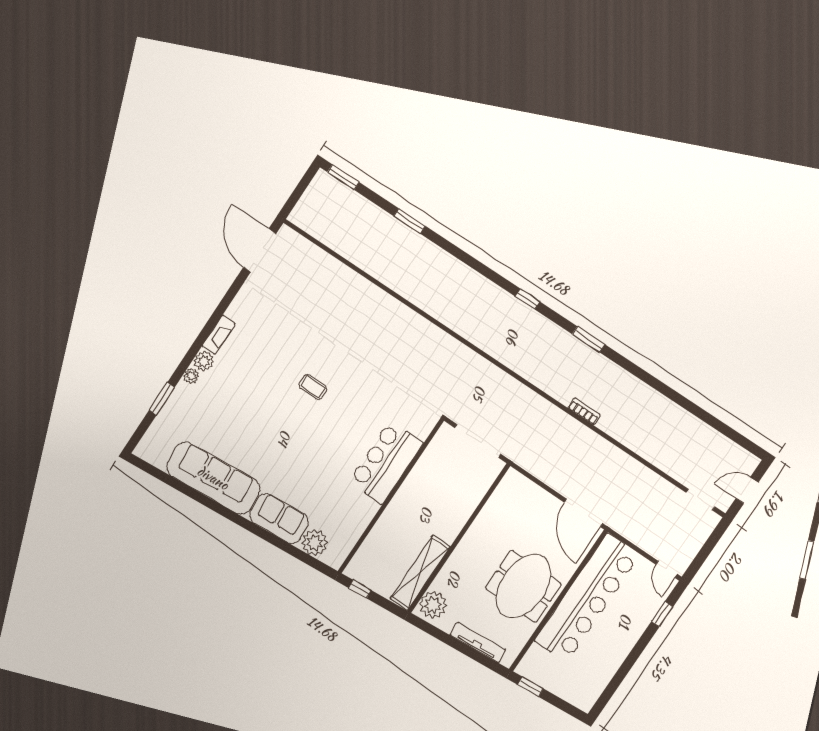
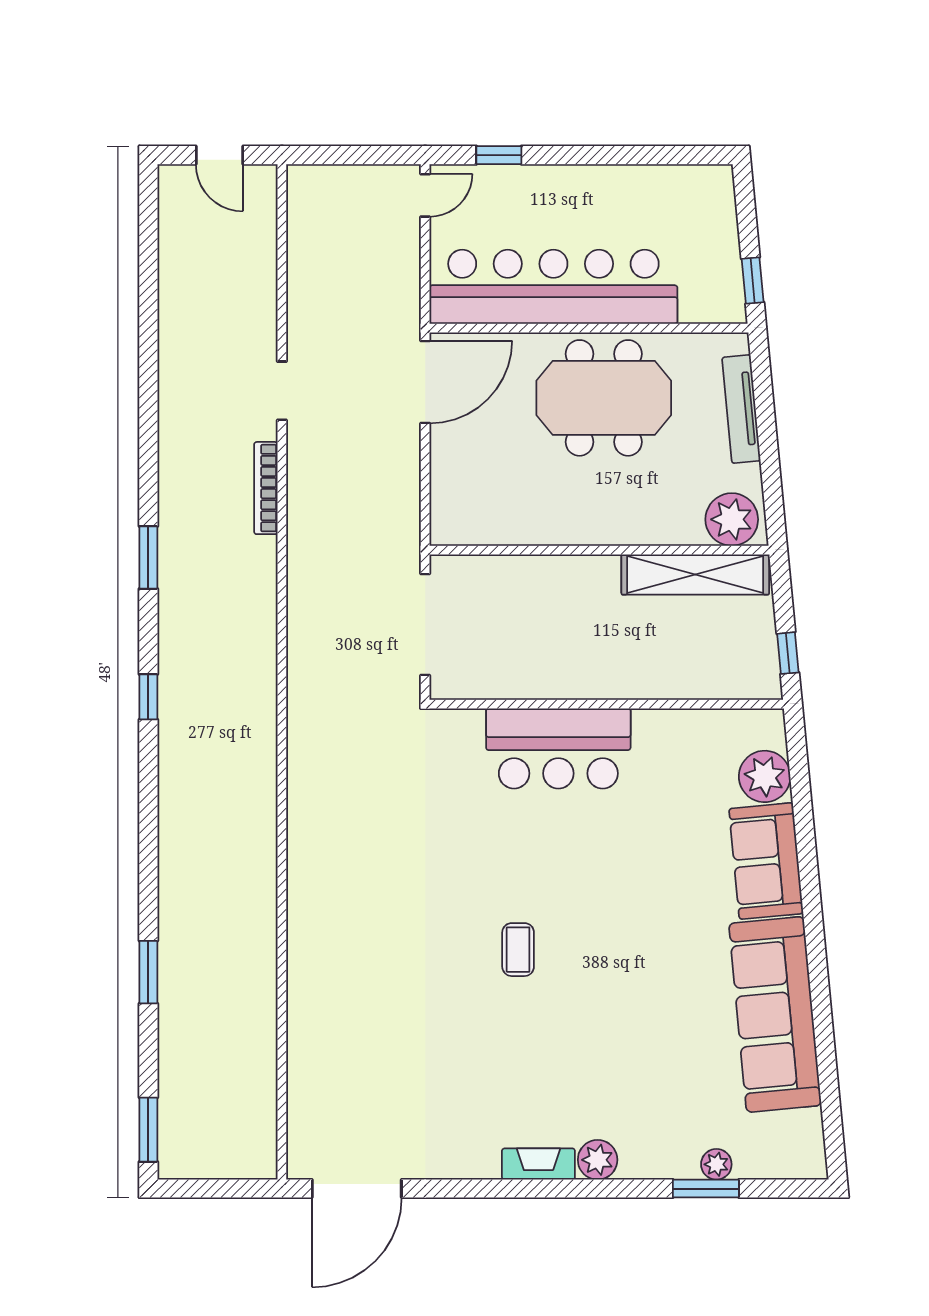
plant: (191, 376) -> (716, 1164), moved
bookcase: (584, 411) -> (266, 488), width x1.56
doorway: (700, 500) -> (282, 391), moved

